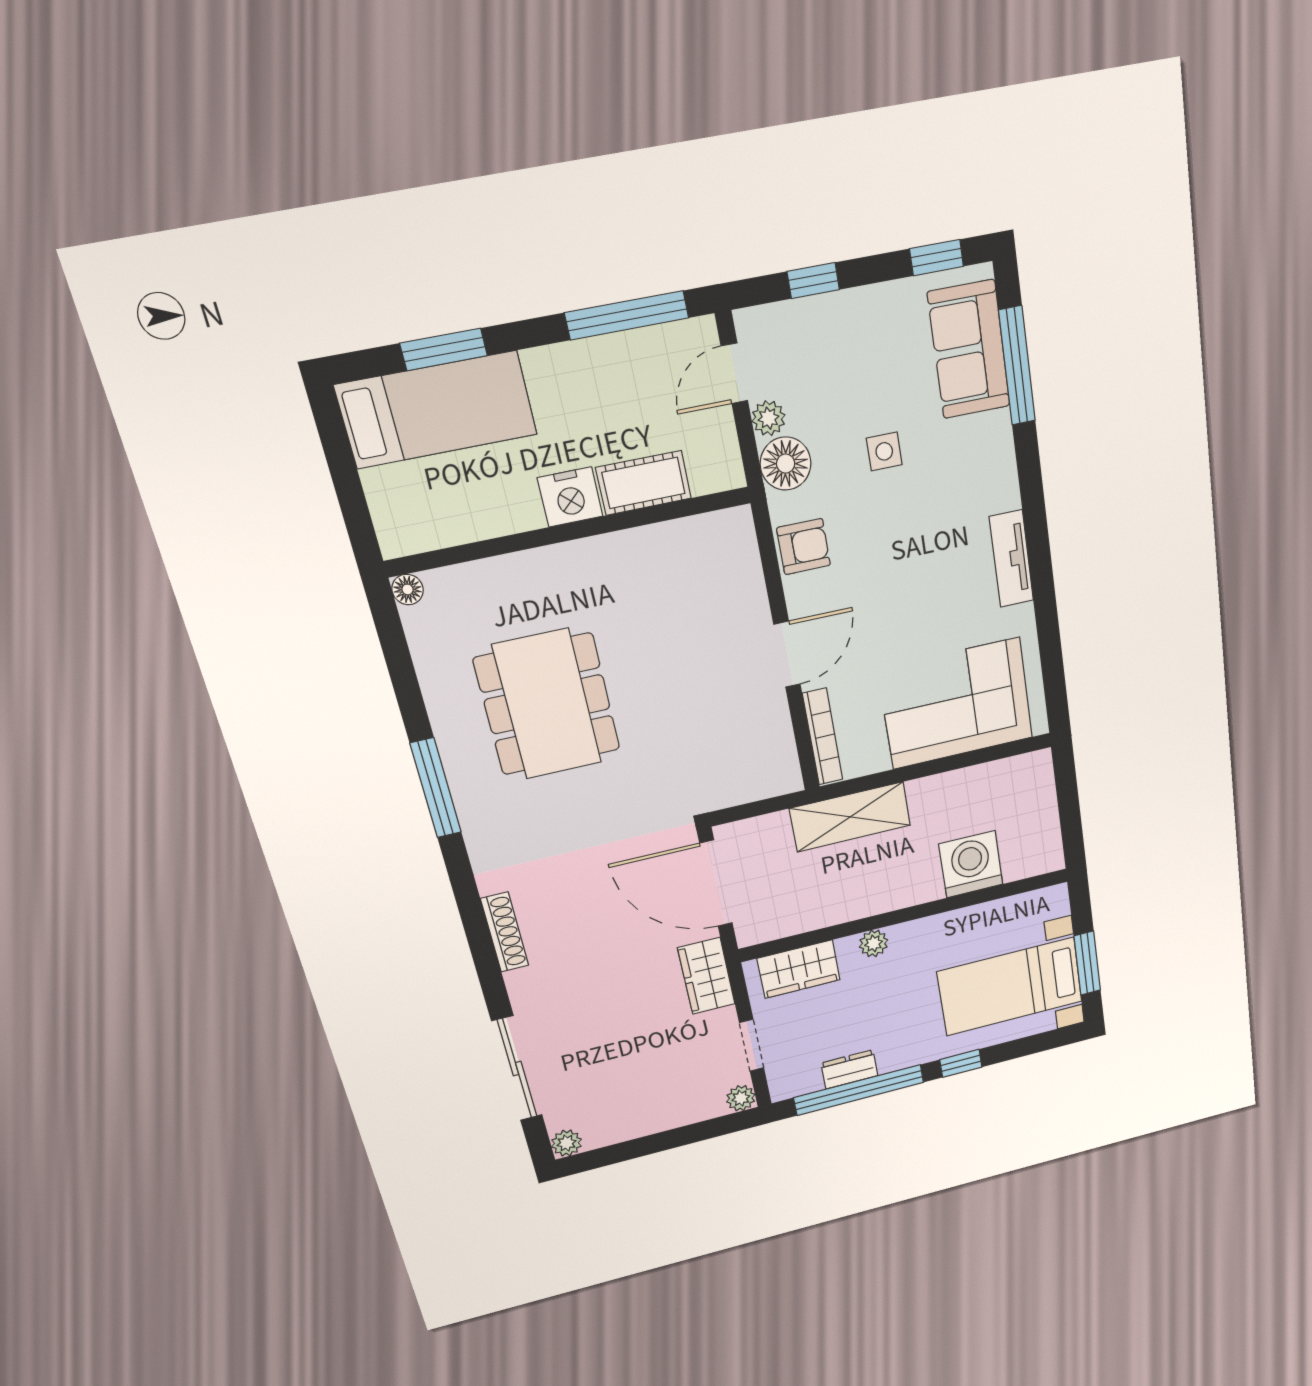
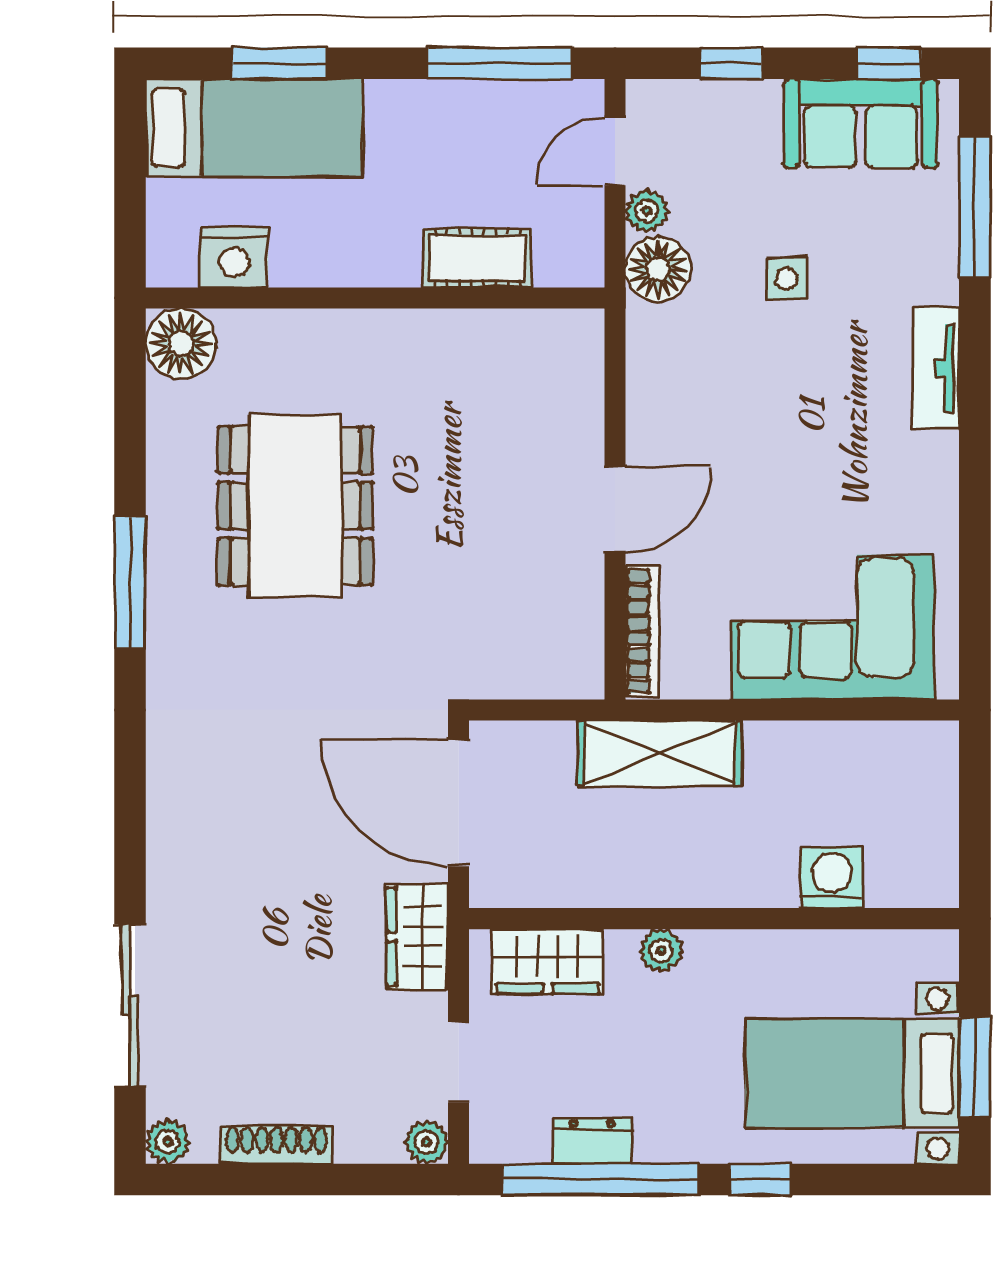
sofa: (969, 350) -> (861, 123), moved, turned -90
nightstand: (570, 497) -> (234, 257), moved
armchair: (804, 547) -> (662, 376), removed
tv unit: (1011, 559) -> (936, 368), moved
floor lamp: (408, 589) -> (181, 344), width x1.89, depth x1.89
washing machine: (971, 864) -> (832, 877), width x0.73, depth x0.73
shoe rack: (505, 932) -> (276, 1145), moved, turned -90

